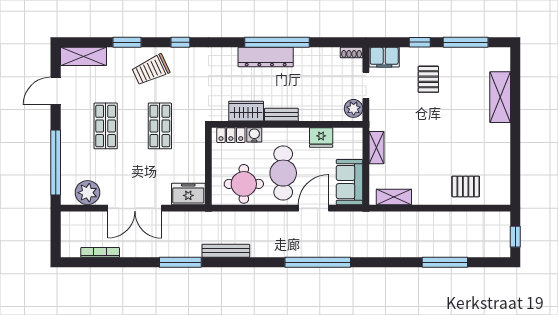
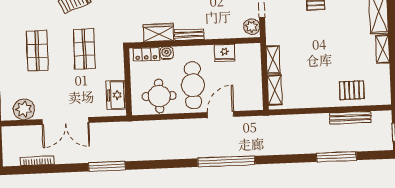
shelving: (503, 140) -> (383, 49), added
sofa: (349, 182) -> (251, 91), removed
freezer: (188, 194) -> (116, 95), moved, turned -90
shelving: (394, 197) -> (275, 90), moved, turned 90
bench: (226, 251) -> (350, 118), moved

